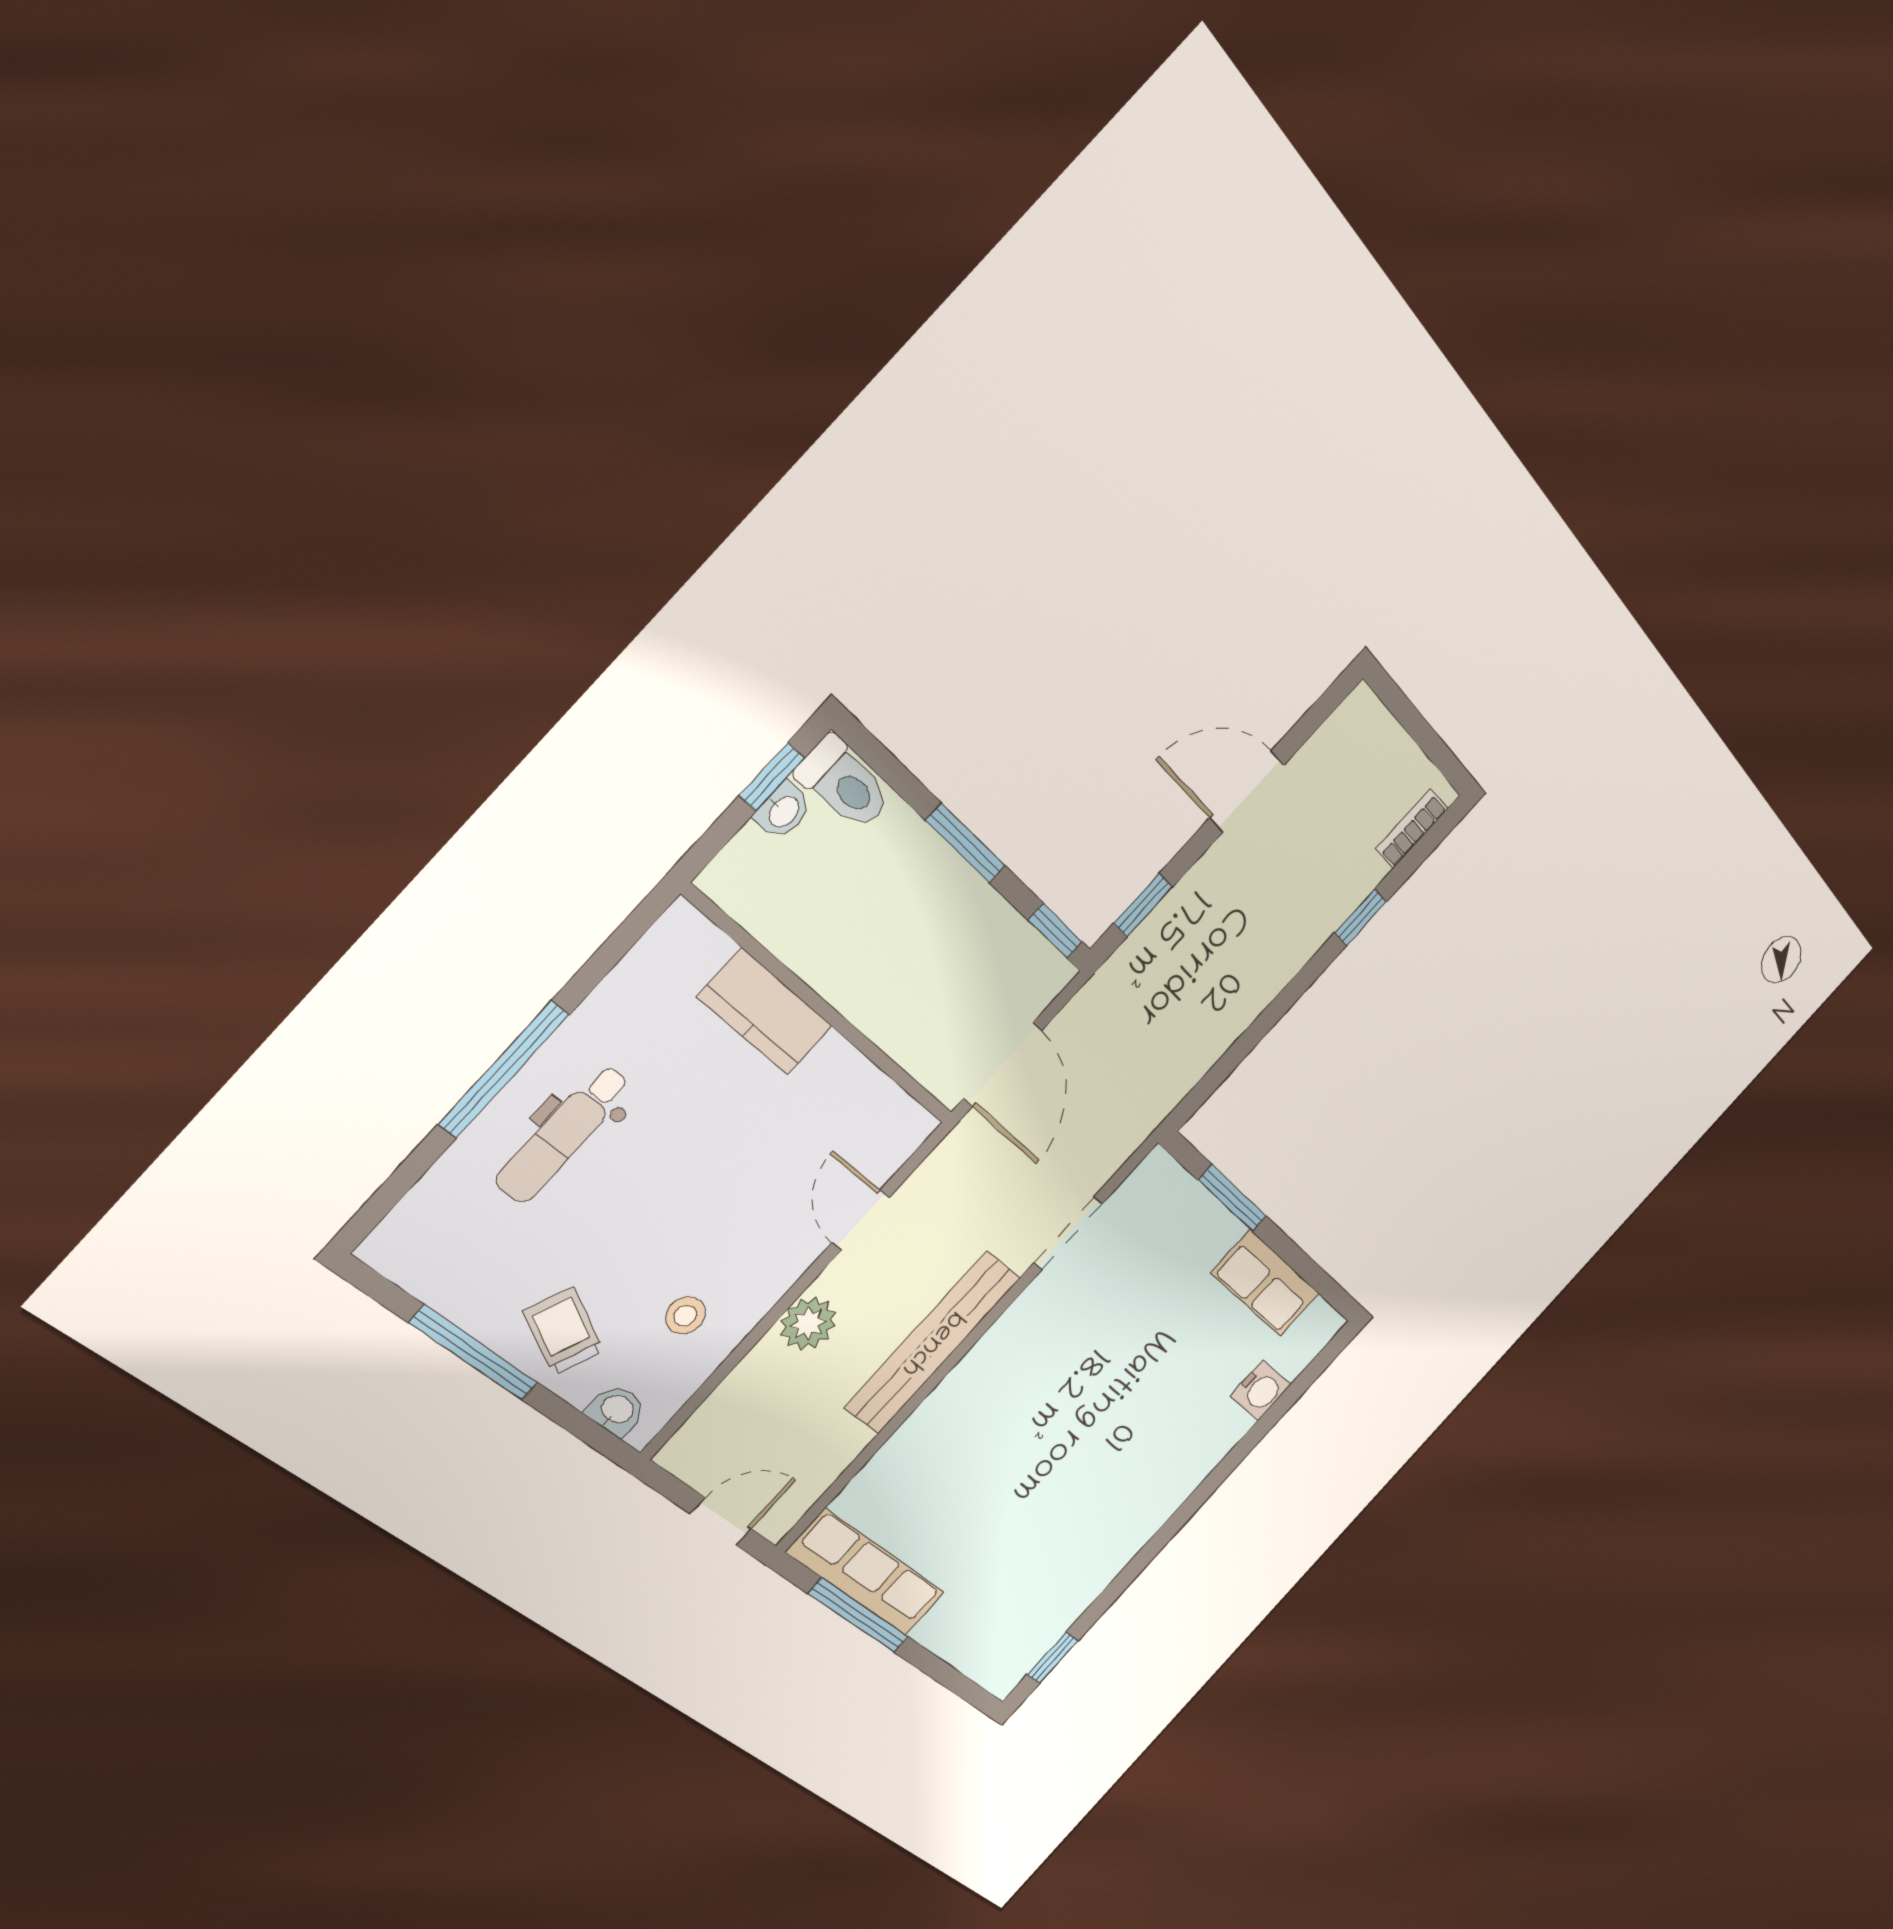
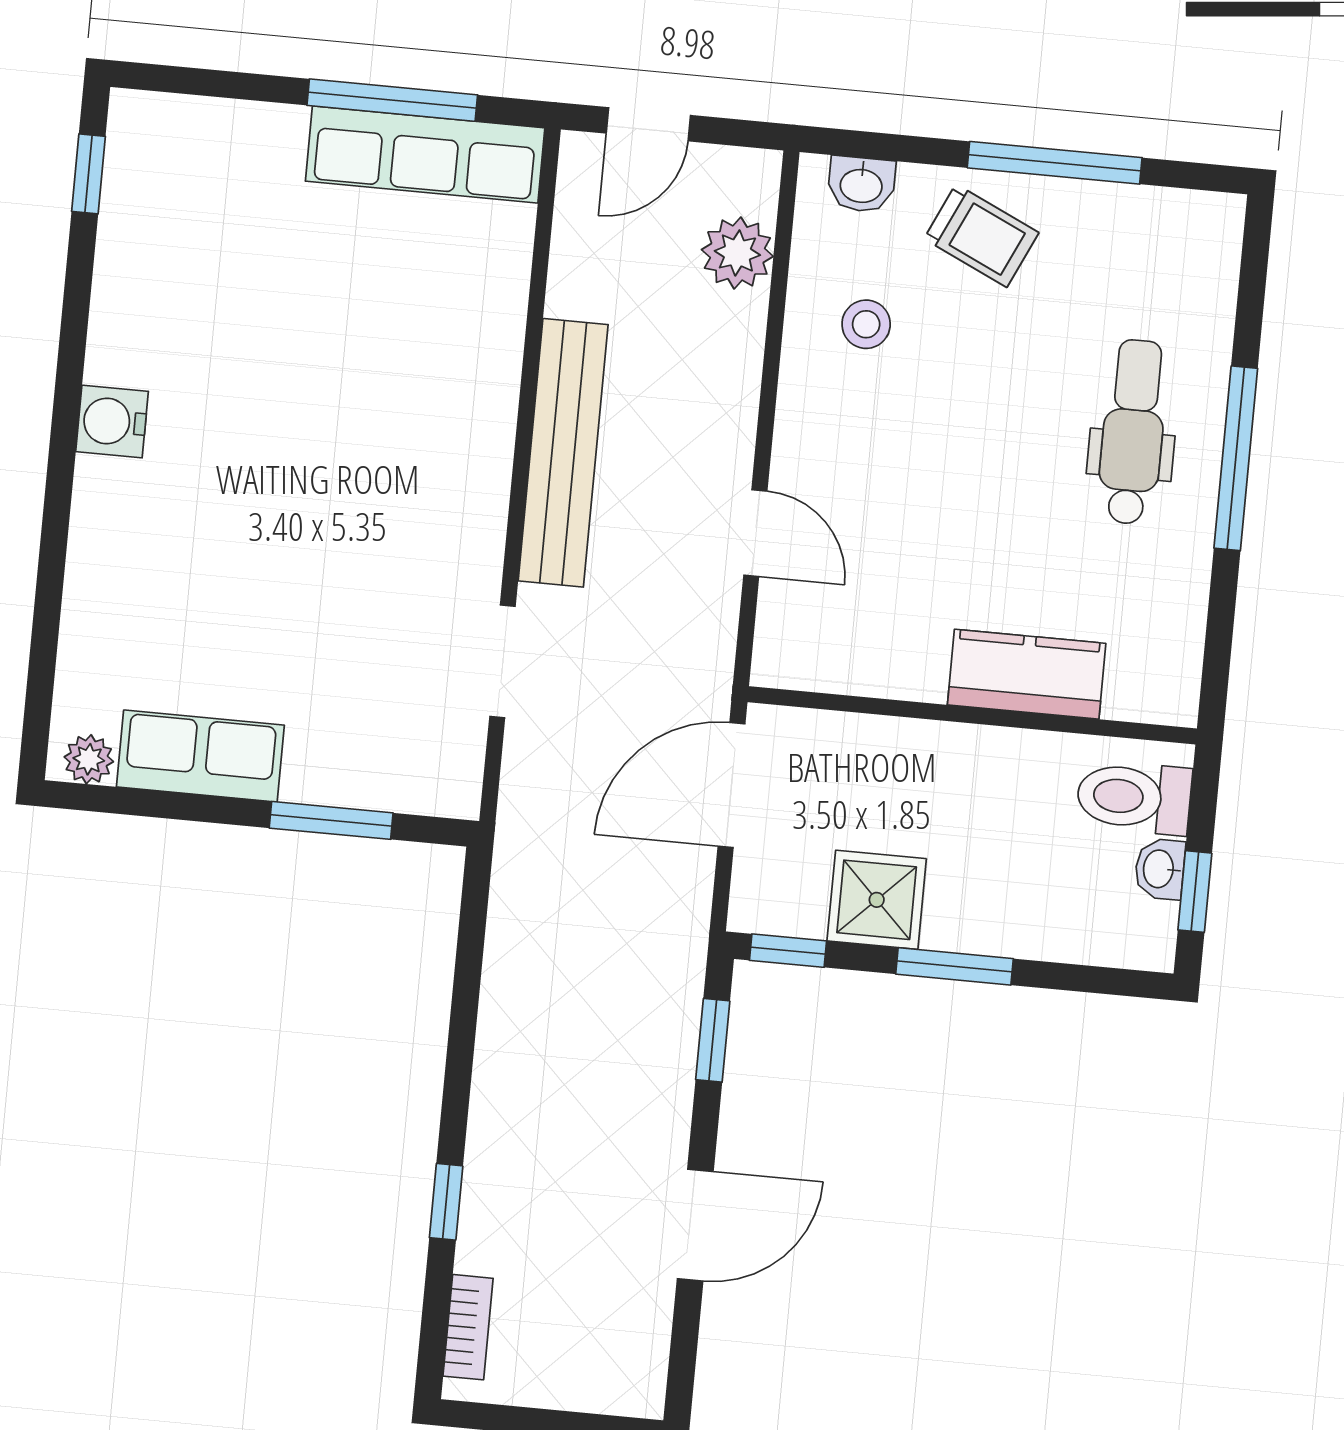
toilet: (844, 784) -> (1134, 797), moved
shower: (977, 925) -> (877, 900), added
door: (1003, 1065) -> (732, 785), hinge flipped
plant: (1319, 1319) -> (89, 759), added
plant: (808, 1324) -> (737, 253), moved
water cooler: (1261, 1390) -> (112, 421), moved

